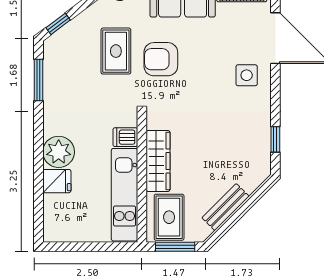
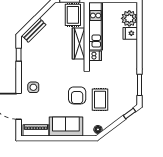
armchair: (161, 59) -> (77, 95), turned 90
plant: (59, 152) -> (129, 18), moved
bench: (226, 207) -> (34, 30), moved

